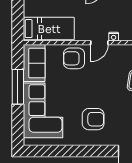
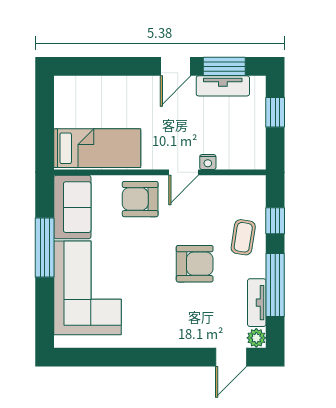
armchair: (93, 119) -> (195, 264), moved

